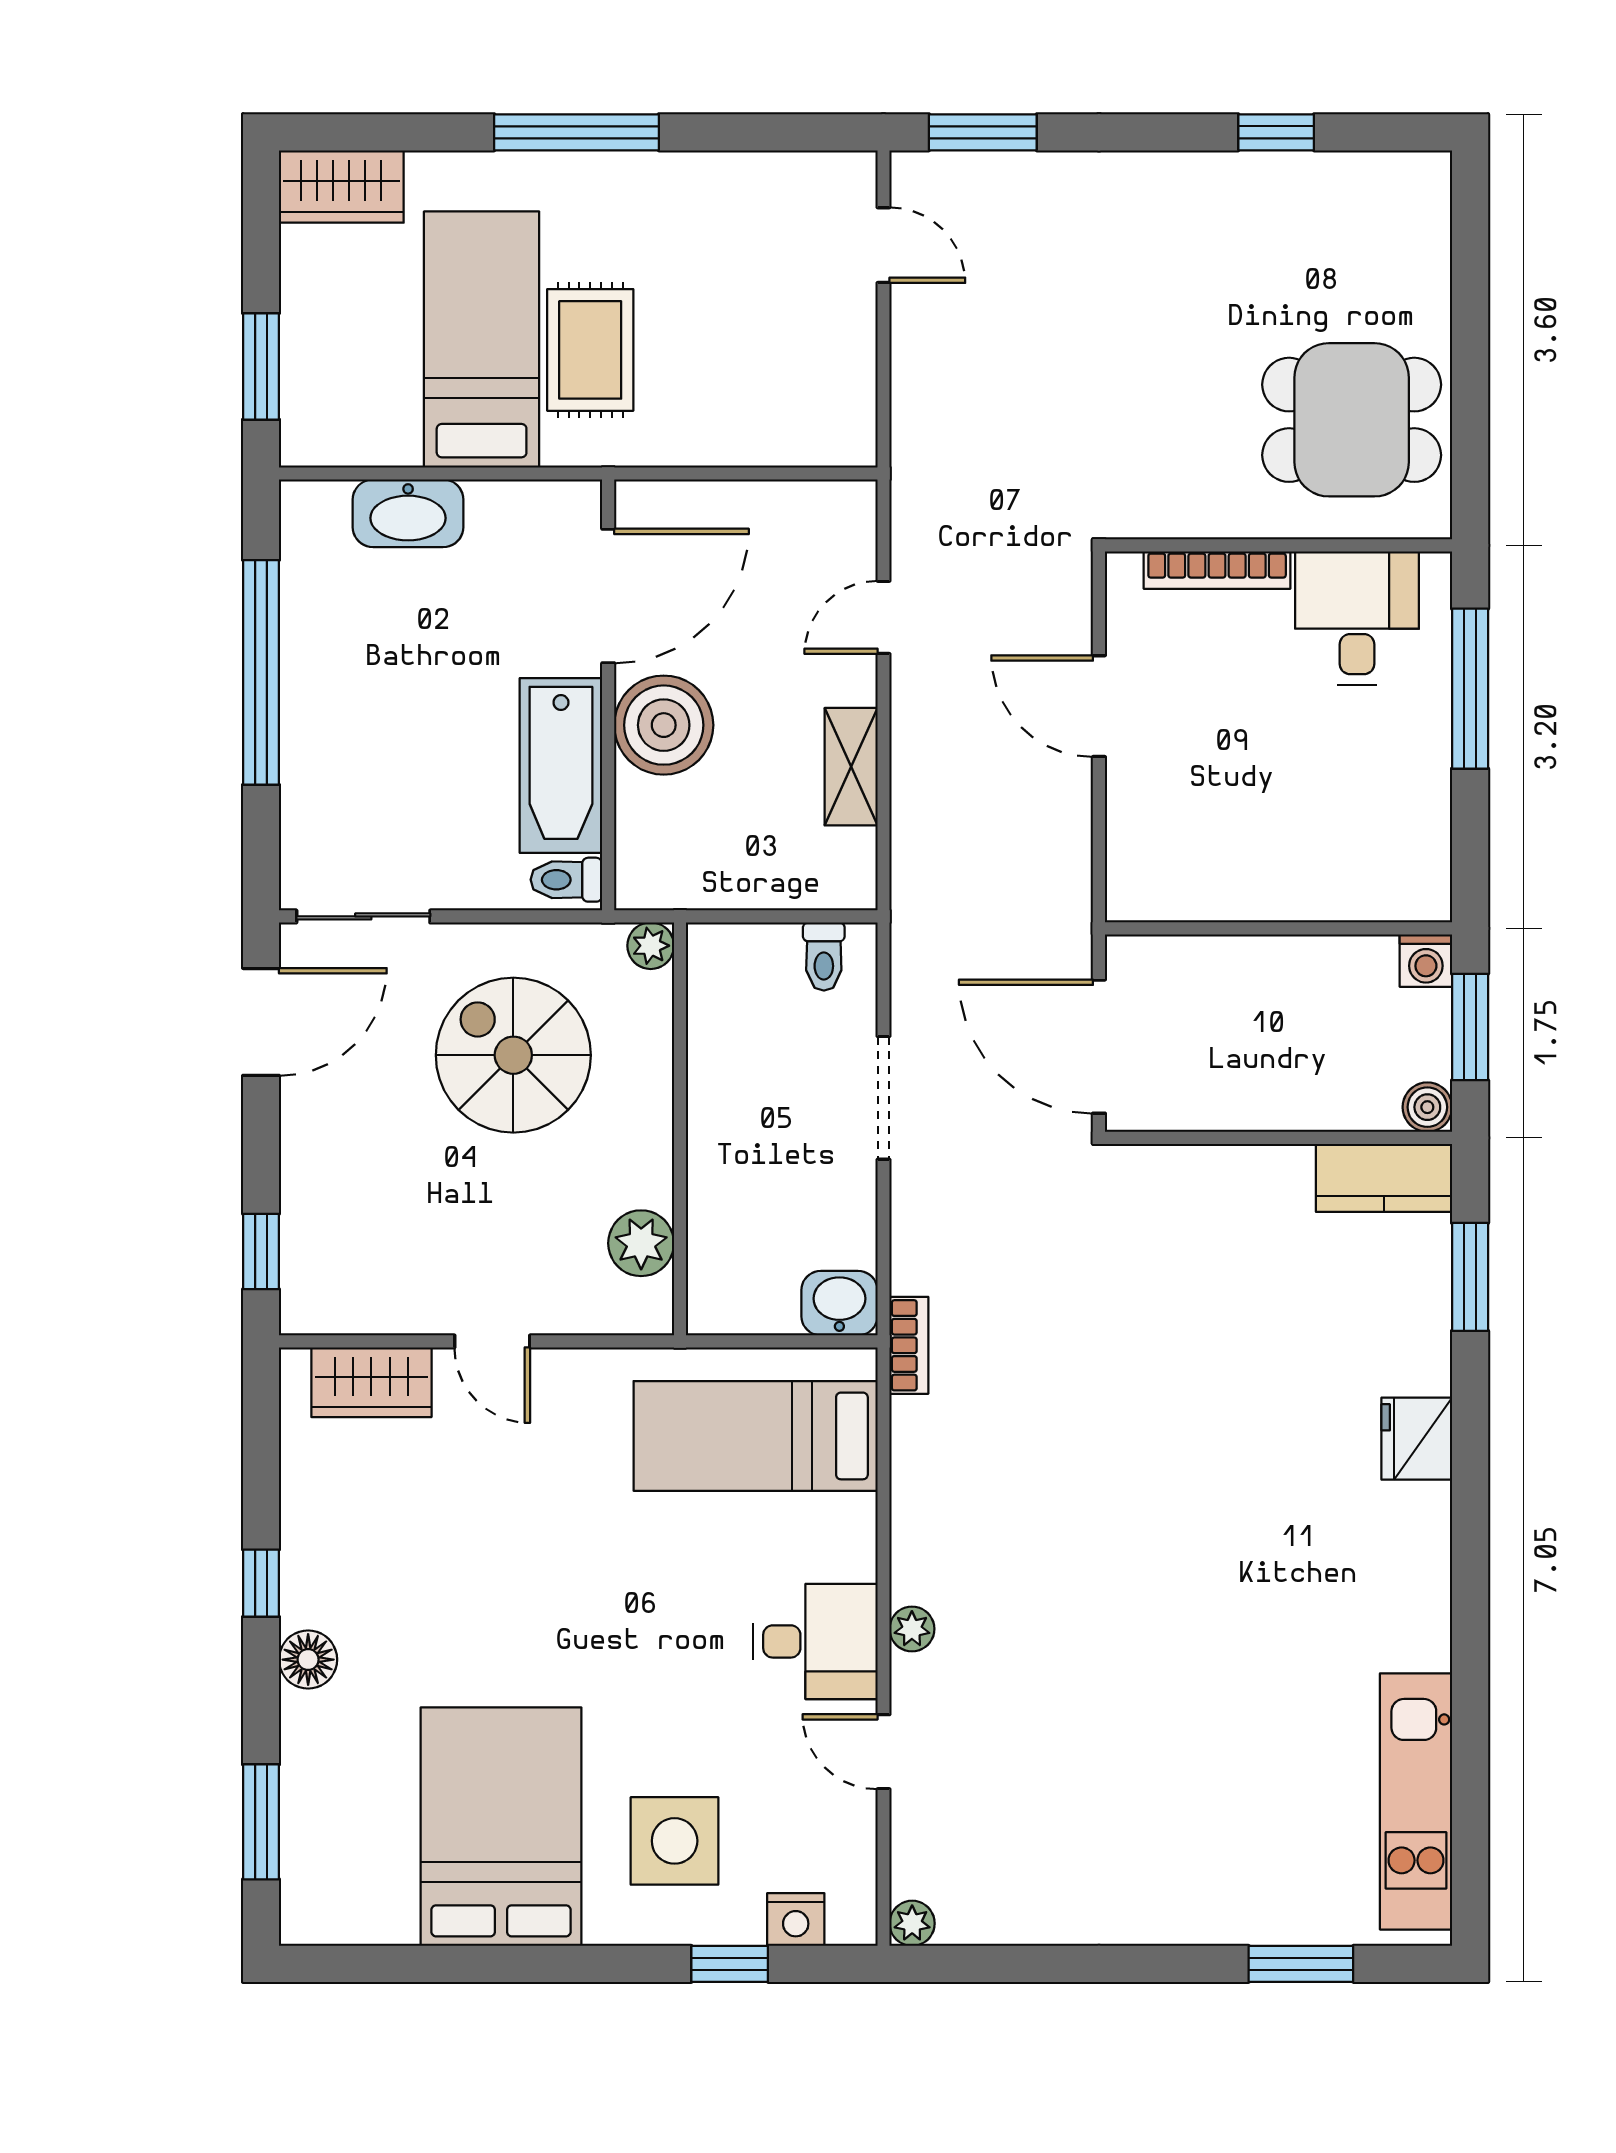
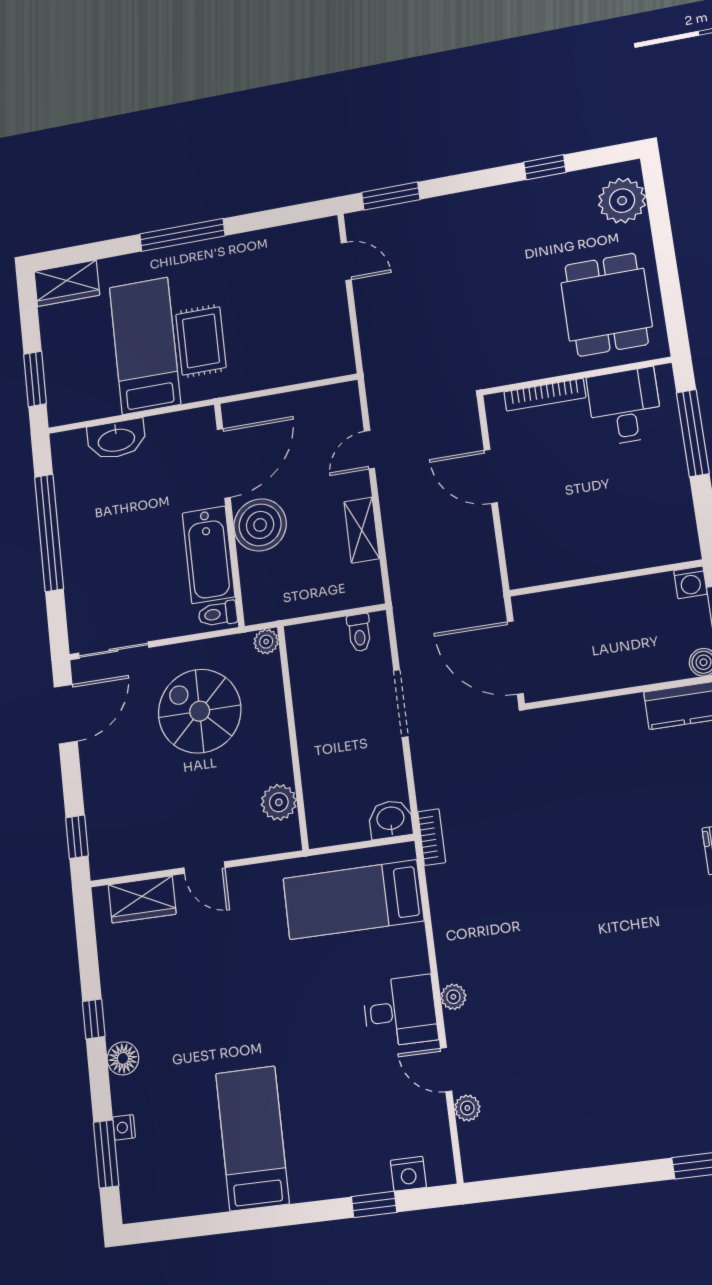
plant: (1408, 225) -> (622, 201), added
dining table: (1352, 420) -> (607, 305), turned 90
nightstand: (298, 1780) -> (124, 1127), added
bed: (501, 1827) -> (252, 1138), width x0.67
side table: (675, 1841) -> (335, 1136), removed
plant: (912, 1923) -> (467, 1108), moved

